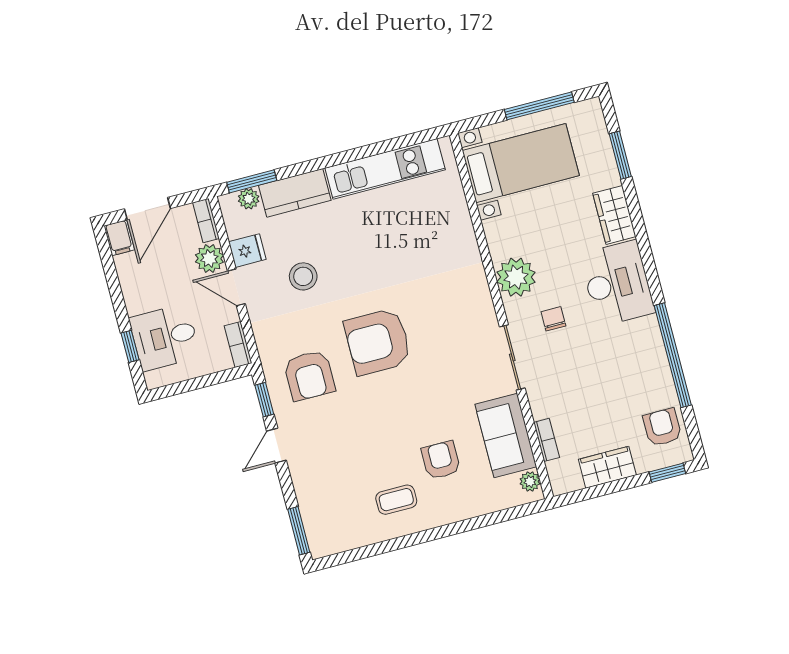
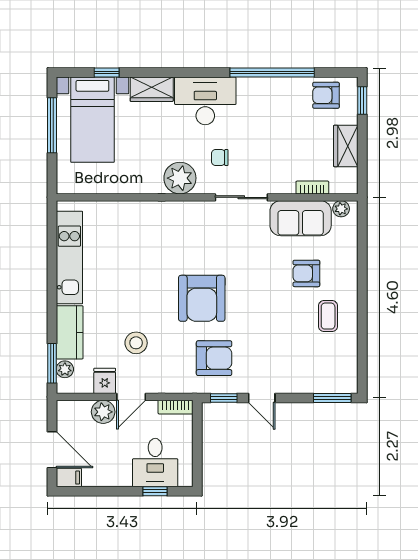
window: (620, 155) -> (107, 73), width x0.67
bed with nightstands: (521, 163) -> (92, 120), moved, turned 180
bookcase: (206, 220) -> (73, 407), removed

